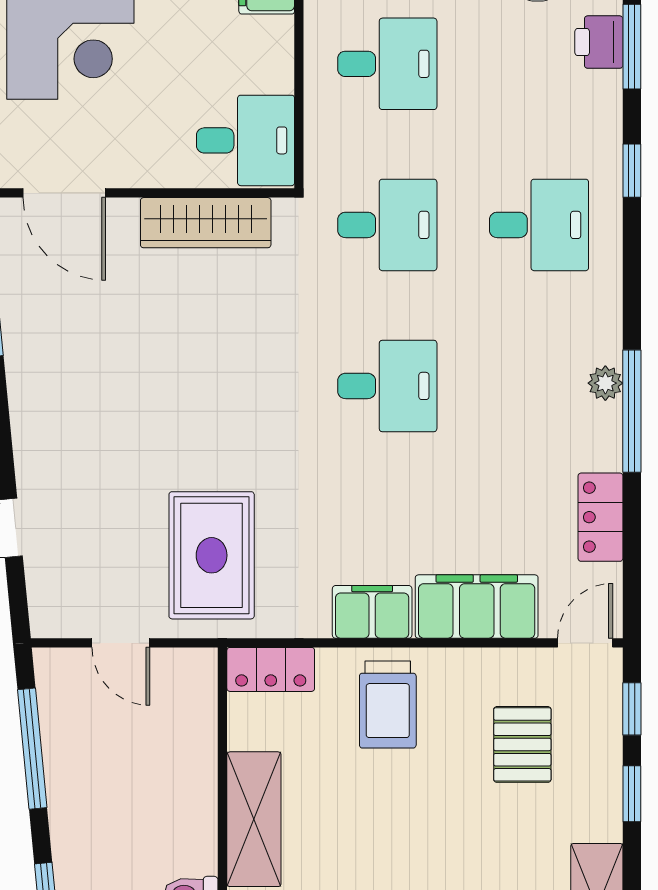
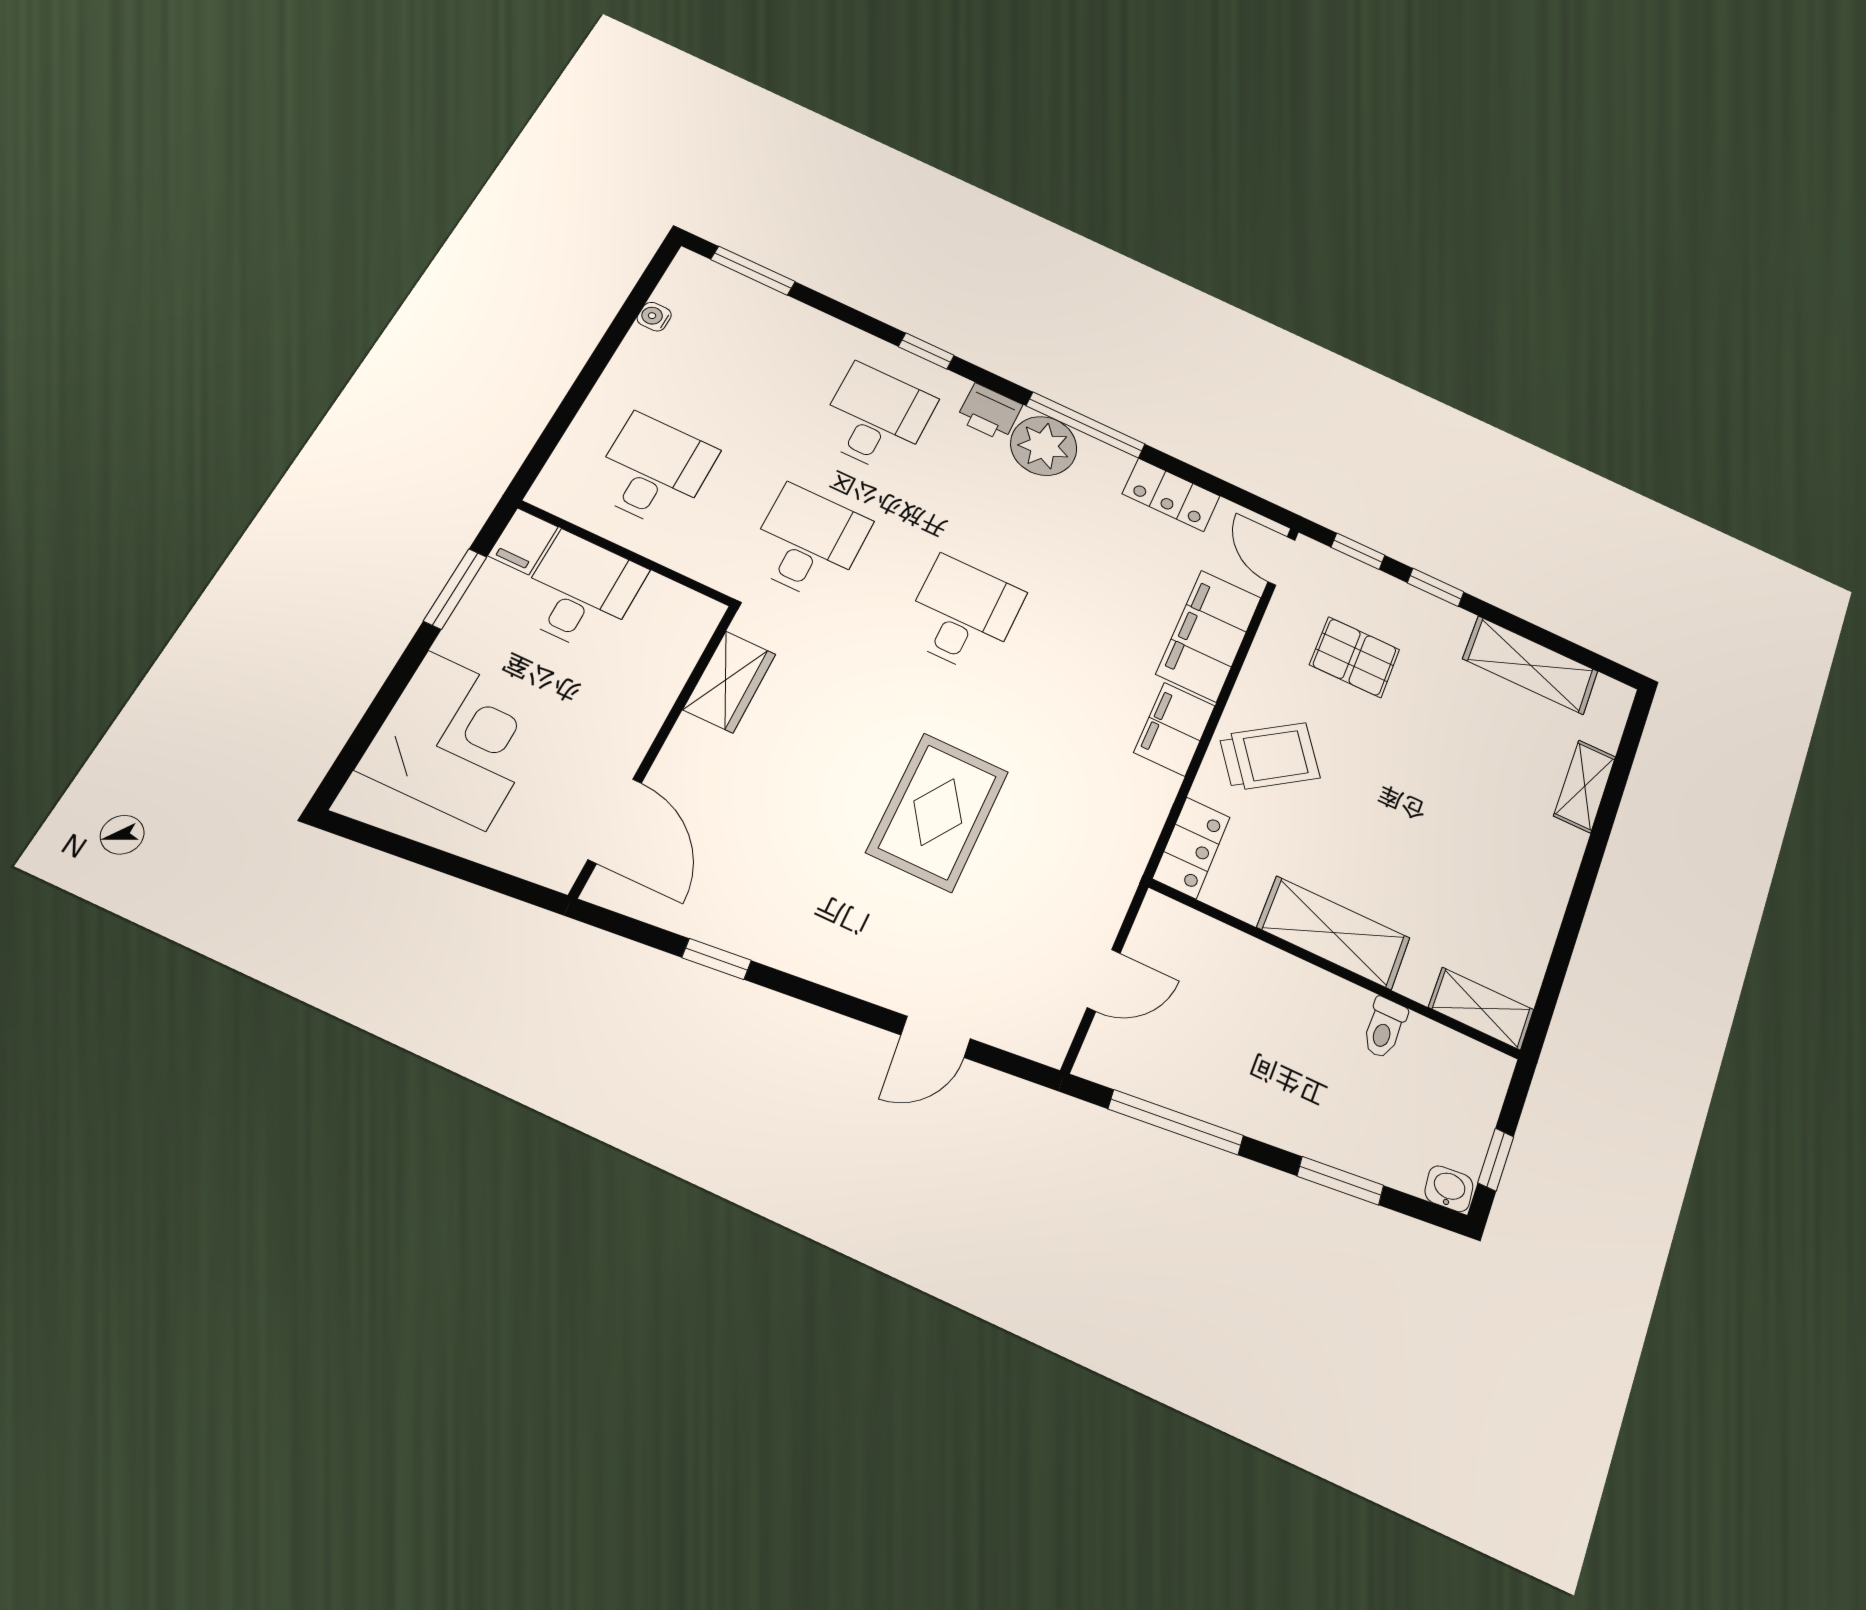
printer: (599, 42) -> (989, 412), moved
desk: (246, 140) -> (581, 592), moved
window: (632, 171) -> (926, 351), moved
door: (64, 193) -> (615, 821), hinge flipped
wardrobe: (206, 223) -> (729, 682), width x0.67
plant: (605, 383) -> (1044, 446), width x1.88, depth x1.88
rug: (212, 555) -> (938, 812), moved, turned 90
trolley: (388, 704) -> (1270, 757), turned -35

